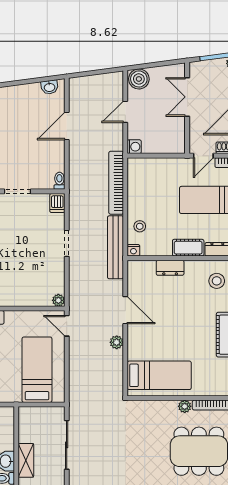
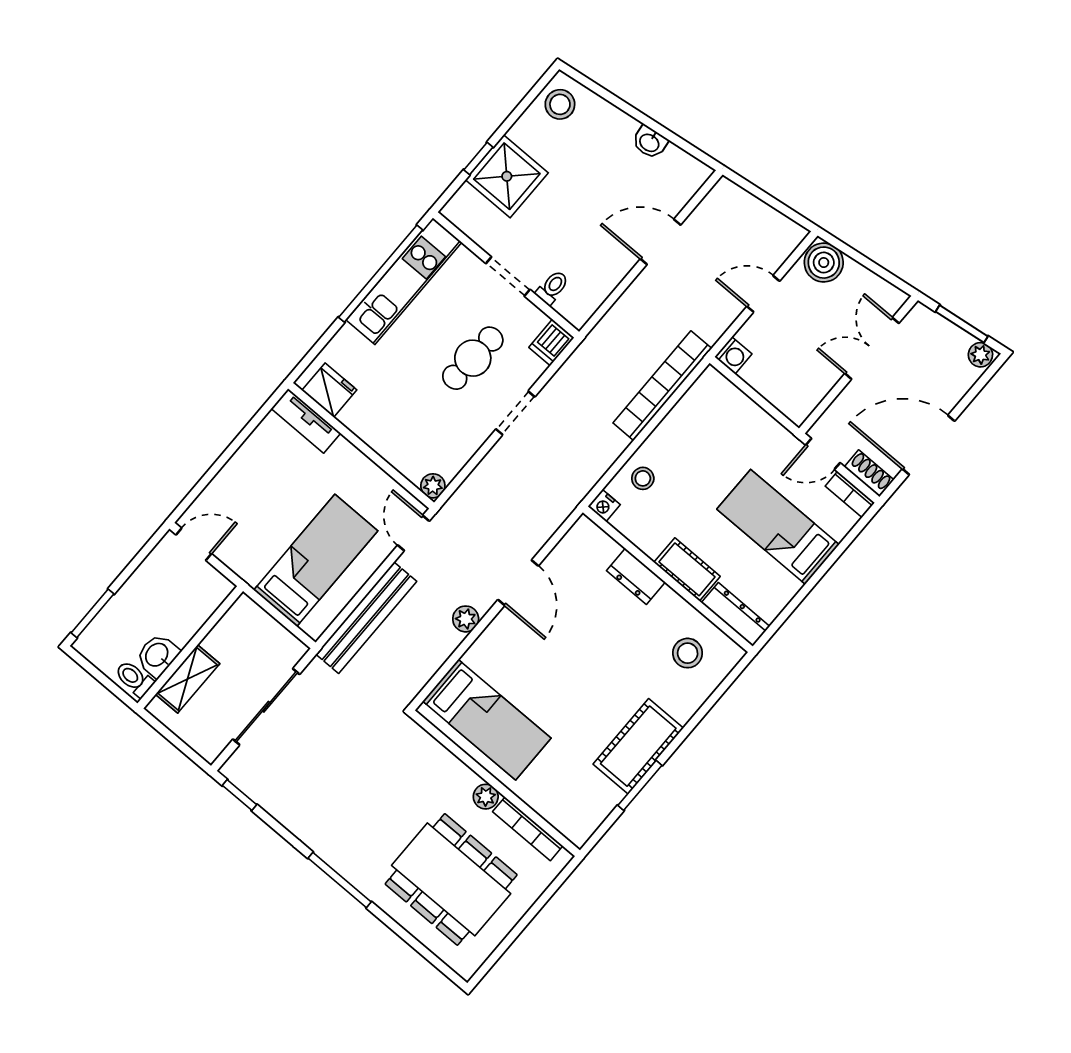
washbasin: (49, 87) -> (650, 142), moved
toilet: (59, 181) -> (552, 287), moved
cafe table: (31, 236) -> (473, 358), added
bench: (115, 247) -> (366, 618), moved

